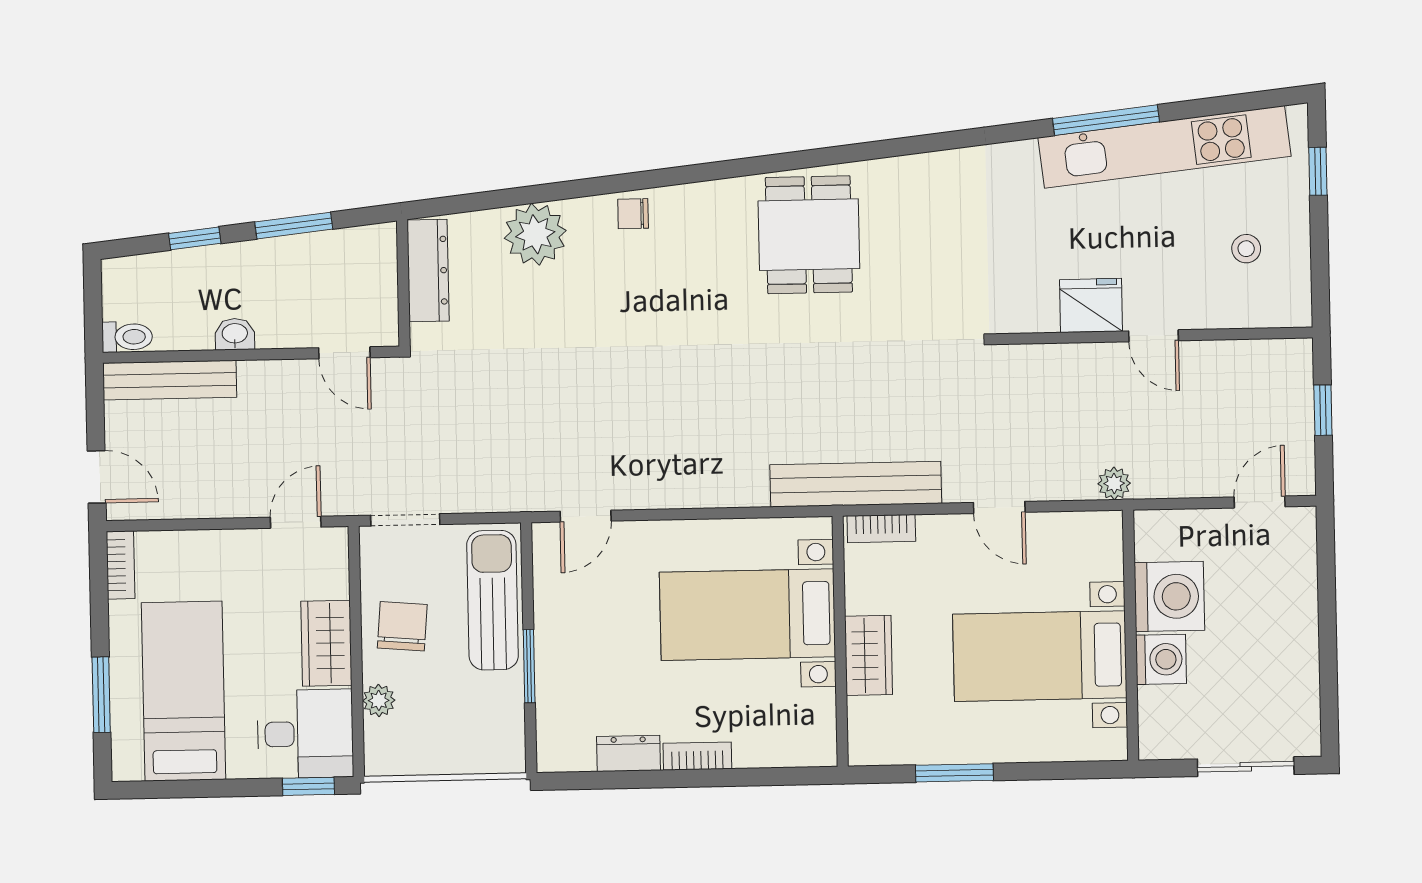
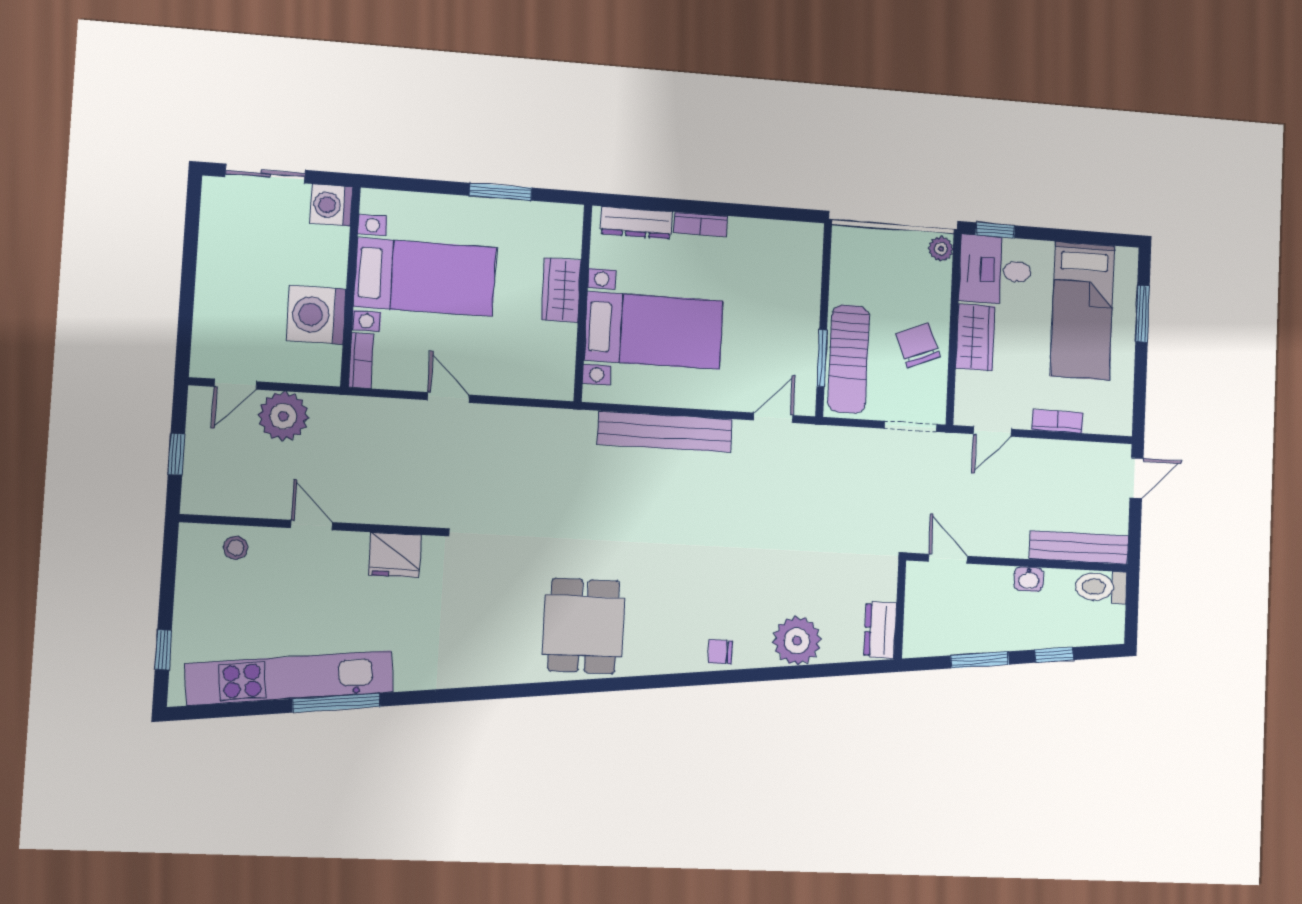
chair: (633, 214) -> (720, 652), turned 180
stool: (1246, 249) -> (236, 548), moved
dresser: (428, 270) -> (880, 630), width x0.70
fridge: (1091, 305) -> (395, 555), moved
toilet: (127, 337) -> (1101, 587), width x1.37, depth x1.39
door: (97, 477) -> (1137, 478), swing flipped
plant: (1114, 483) -> (283, 416), moved, width x1.87, depth x1.87
bench: (856, 484) -> (665, 432), moved
bookcase: (881, 529) -> (361, 360), moved, turned 90
bookcase: (120, 565) -> (1057, 421), moved, turned 90
chair: (402, 626) -> (918, 345), turned 153
washing machine: (1161, 659) -> (331, 205), moved
window: (529, 666) -> (822, 358), moved
plant: (379, 700) -> (941, 249), moved
dresser: (628, 753) -> (636, 223), moved, width x1.44

